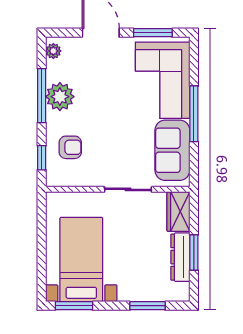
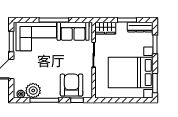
plant: (60, 97) -> (33, 91), moved
armchair: (70, 147) -> (72, 85), width x1.88, depth x1.88
dresser: (180, 257) -> (140, 27), moved
bed with nightstands: (81, 259) -> (131, 72), width x1.36

